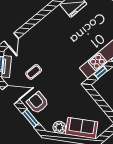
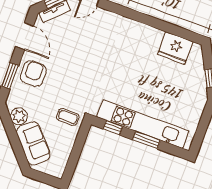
coffee table: (34, 72) -> (68, 117), moved

